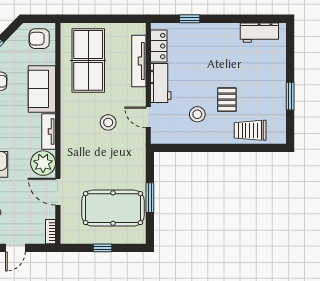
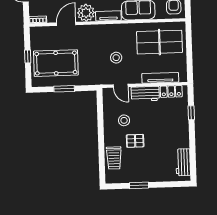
door: (148, 117) -> (121, 86), swing flipped
trolley: (250, 130) -> (114, 158), turned 180
pool table: (113, 208) -> (56, 63), turned 90

